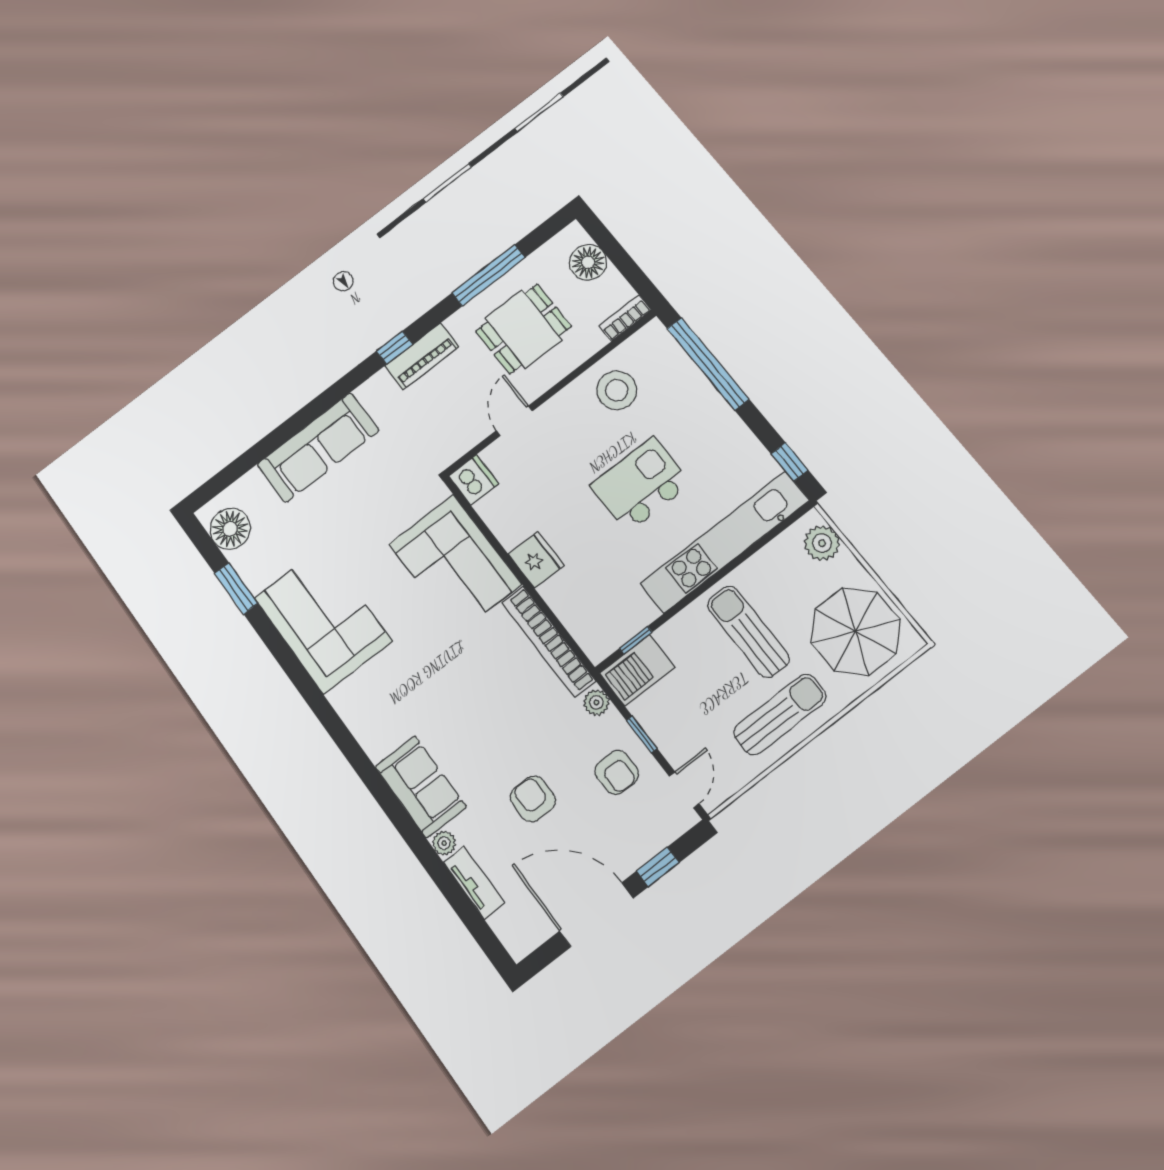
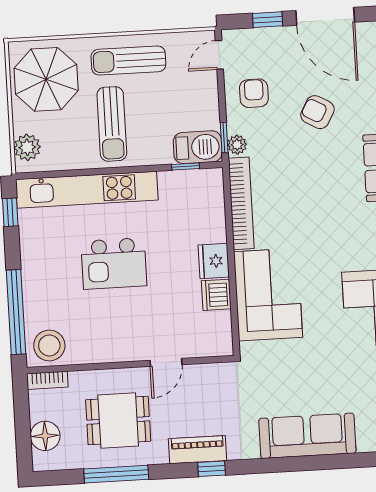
stool: (617, 390) -> (49, 345), moved
dishwasher: (474, 480) -> (216, 295), moved
window: (642, 734) -> (224, 137), moved
armchair: (533, 799) -> (317, 112), turned 119

